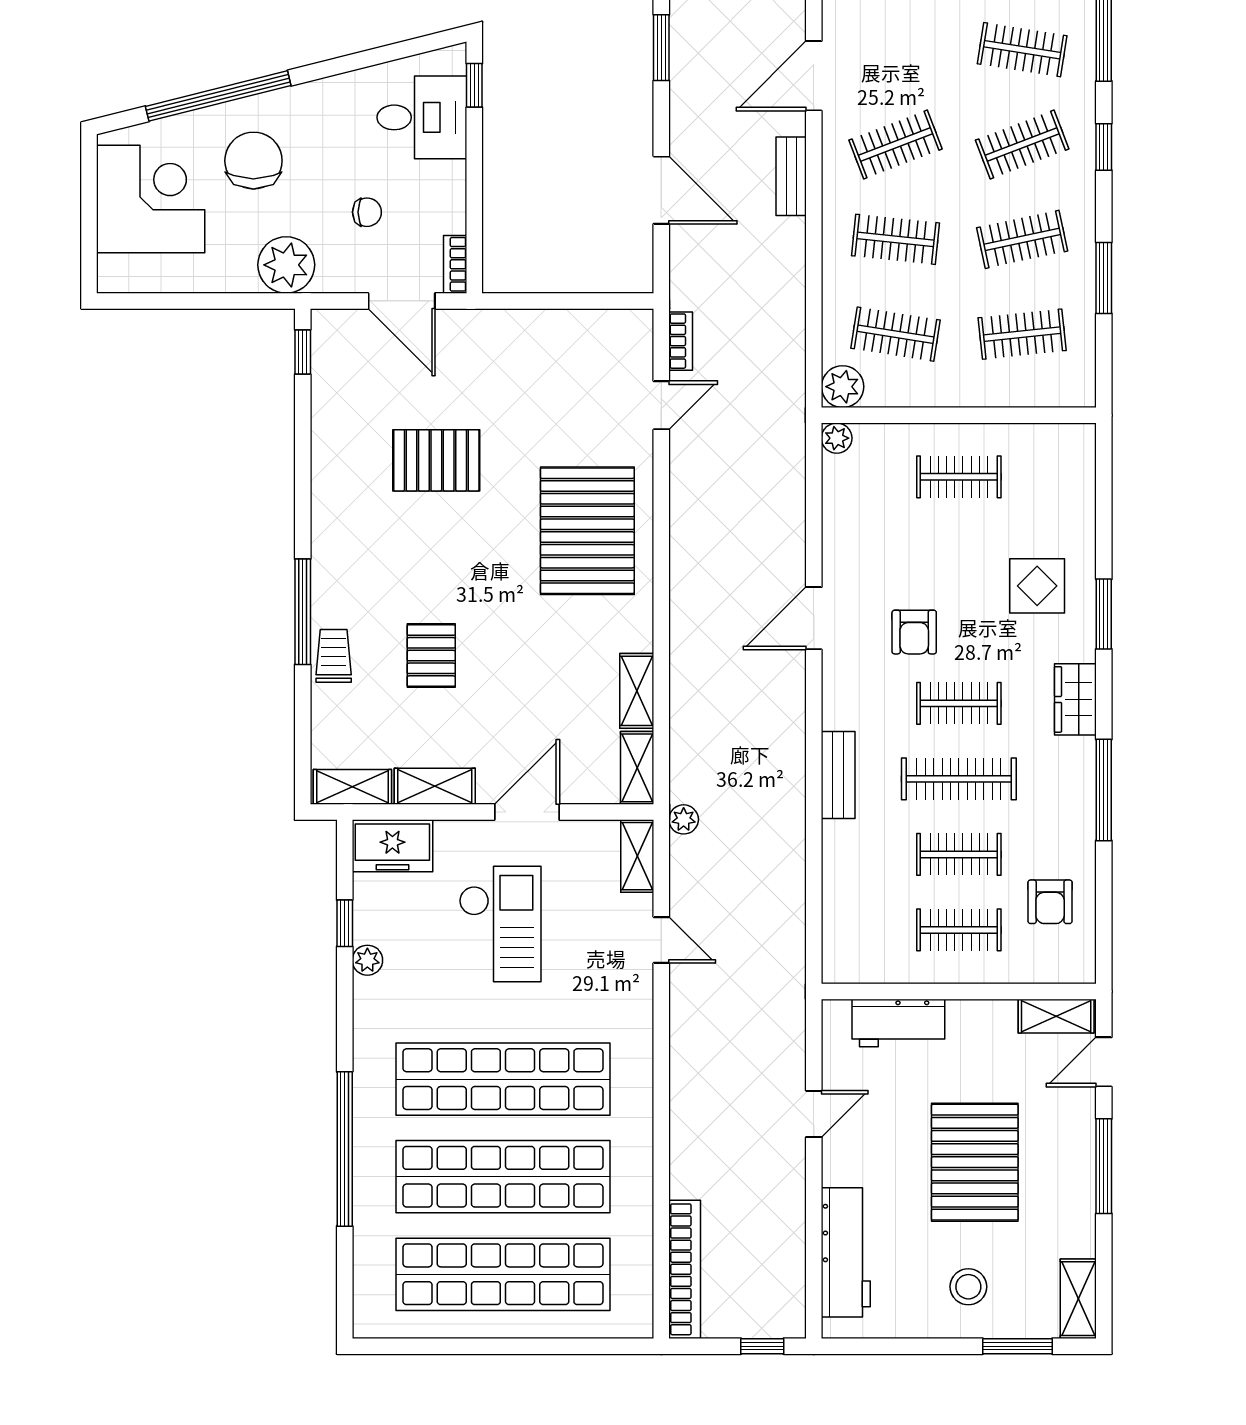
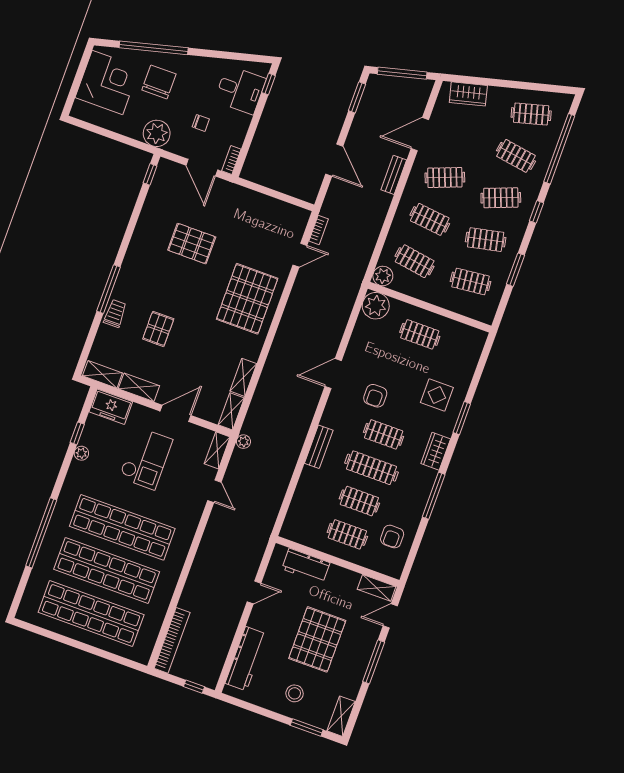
plant: (837, 438) -> (376, 306), width x1.87, depth x1.87

